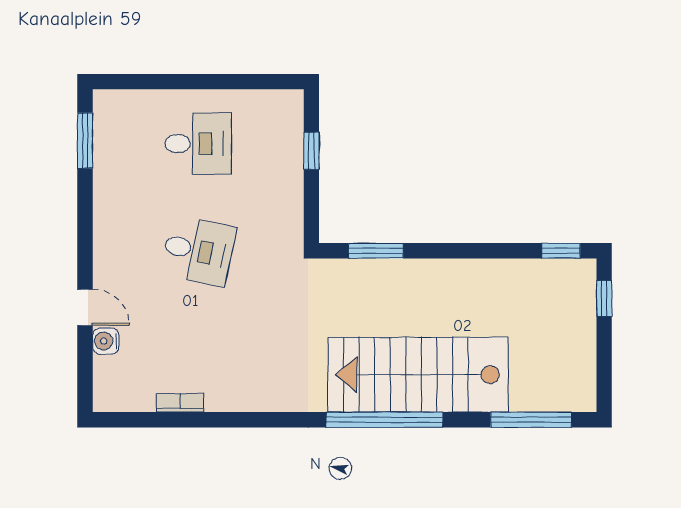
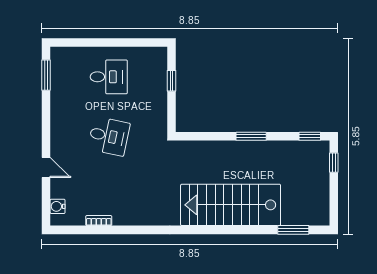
window: (376, 251) -> (251, 136), moved
water cooler: (106, 341) -> (58, 206), moved
window: (384, 420) -> (212, 230), removed
window: (531, 420) -> (293, 230), width x0.69

